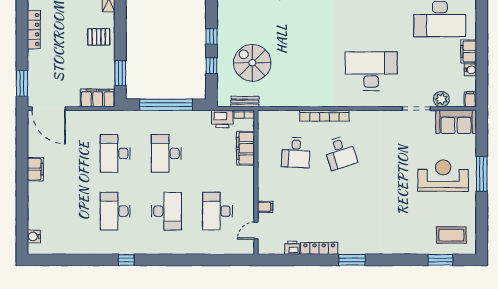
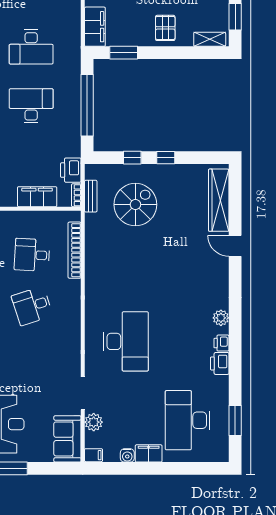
bookcase: (324, 116) -> (75, 250), moved
desk: (115, 153) -> (31, 47), turned 180

